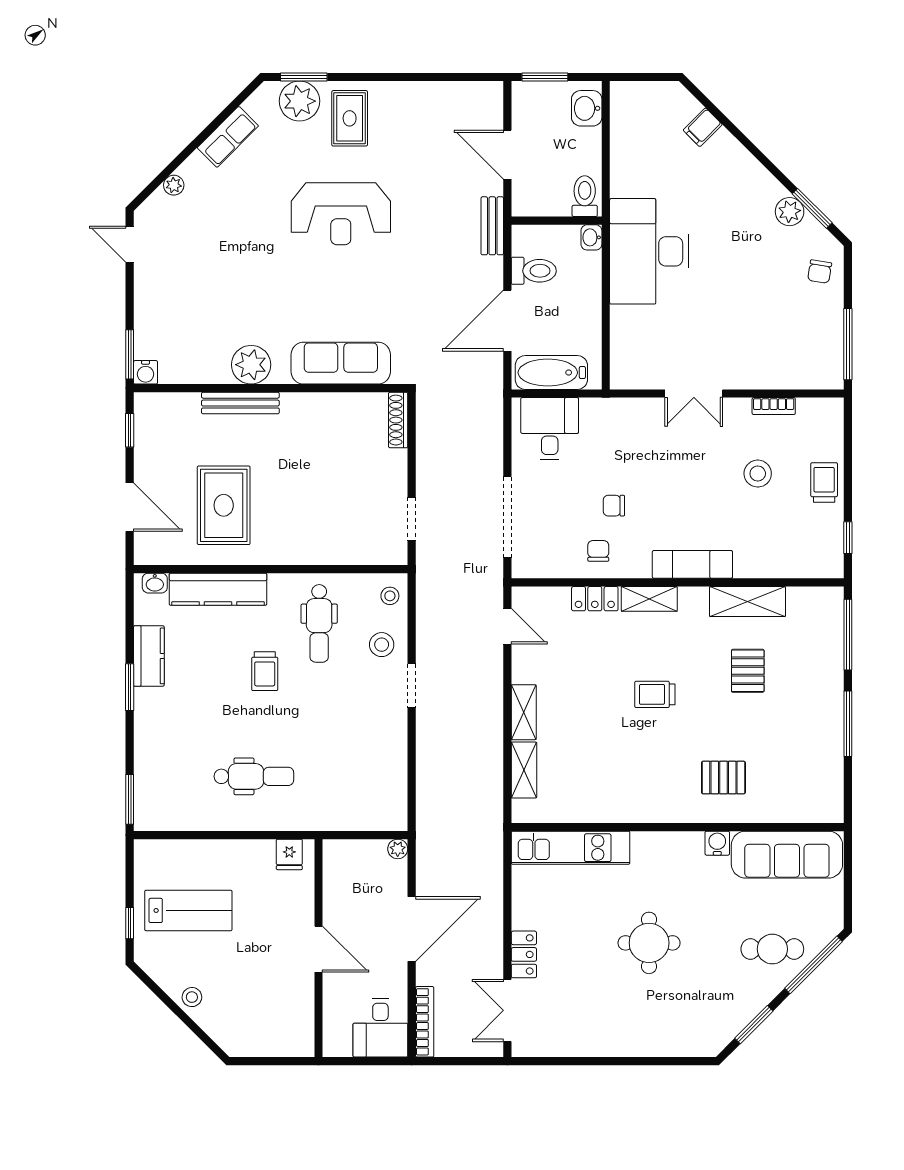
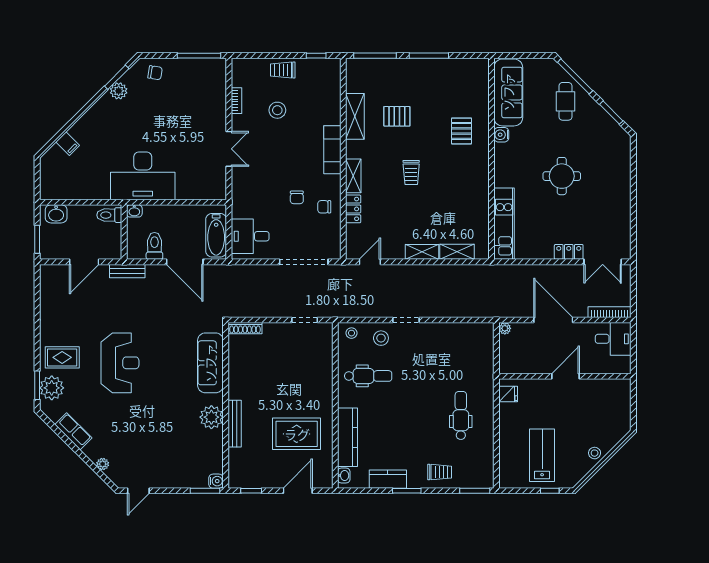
trolley: (265, 671) -> (440, 472), moved

